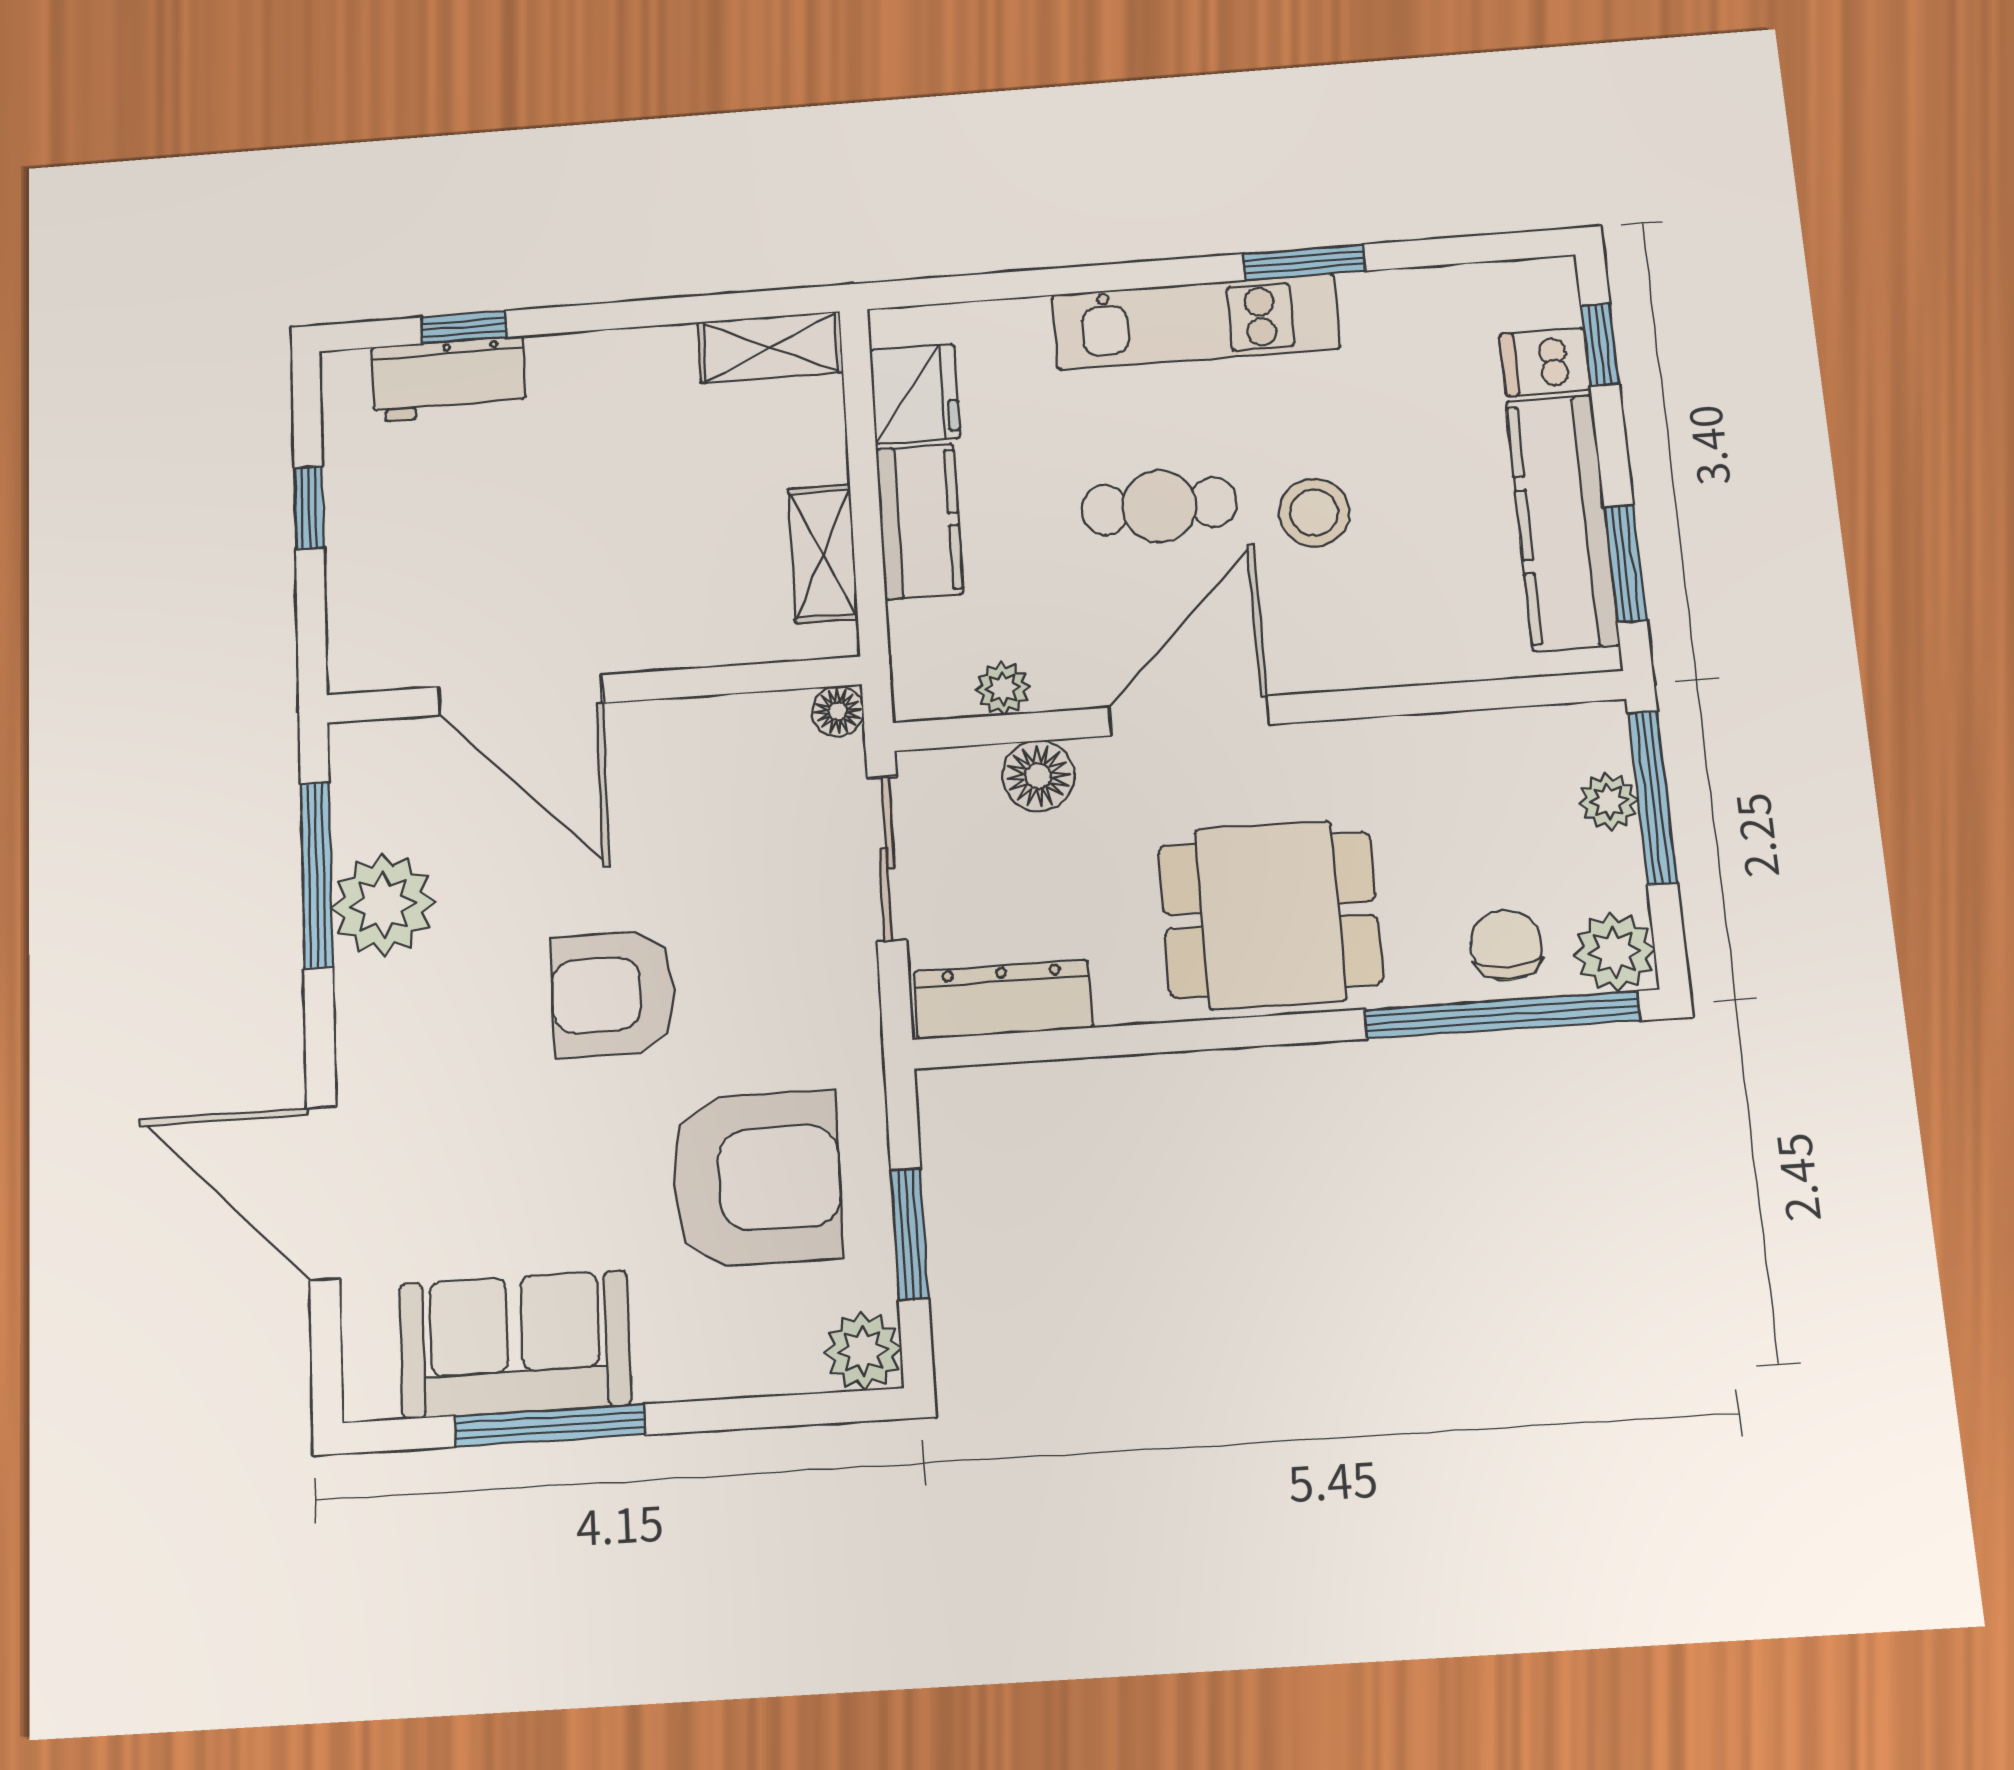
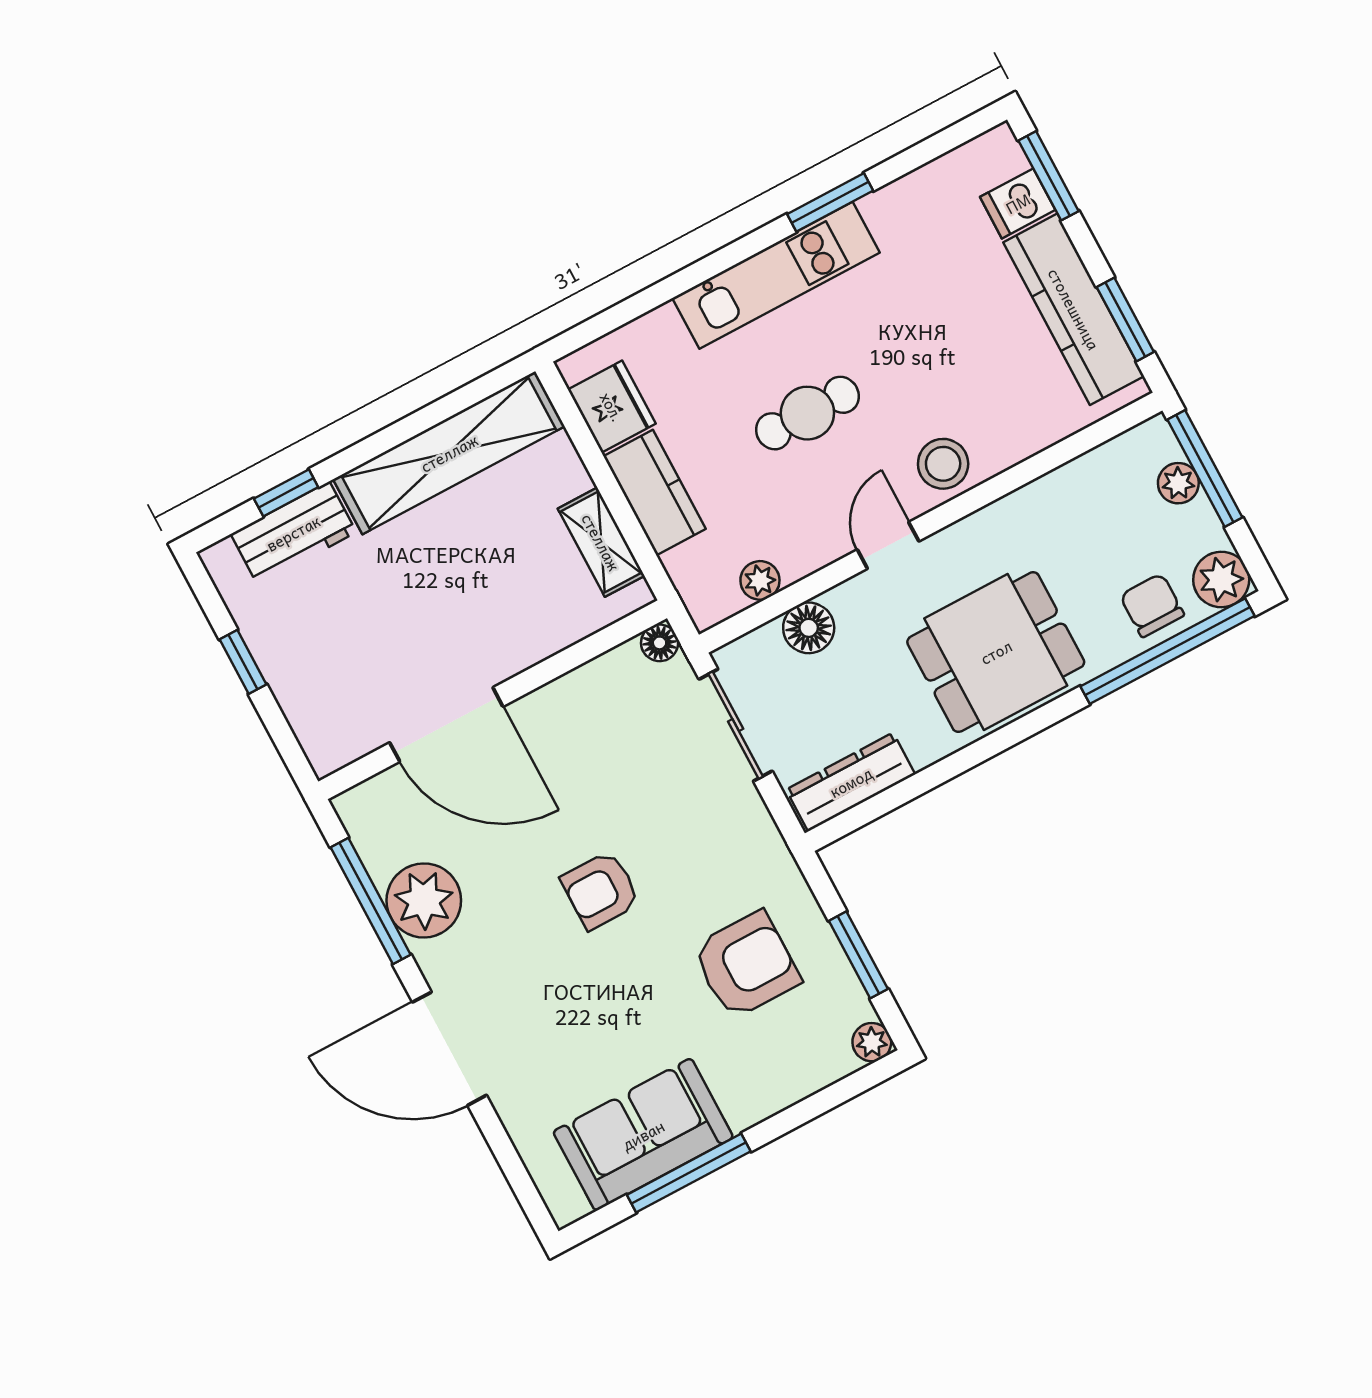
window: (1600, 345) -> (1049, 176), width x1.50
shelving: (770, 347) -> (449, 453), width x2.20, depth x1.33
stool: (1314, 512) -> (943, 464), moved
door: (1189, 716) -> (888, 545), width x0.53
armchair: (613, 994) -> (601, 890), width x0.72, depth x0.72
armchair: (756, 1179) -> (746, 965), width x0.73, depth x0.73
door: (323, 1193) -> (449, 1049), moved
plant: (863, 1351) -> (872, 1042), width x0.73, depth x0.73

